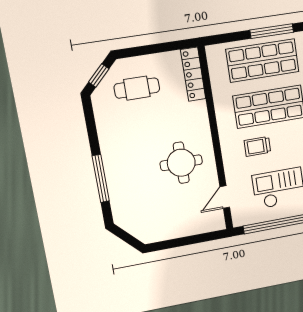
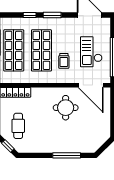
door: (225, 197) -> (91, 85), width x1.87

